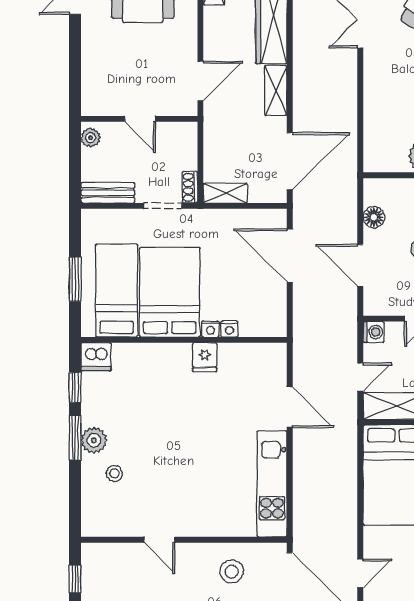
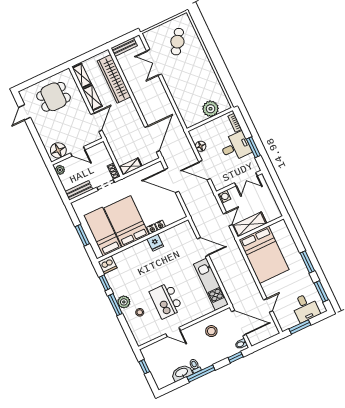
shelving: (276, 90) -> (92, 98), moved
floor lamp: (105, 100) -> (58, 150), added
kitchen island: (174, 475) -> (166, 300), added

